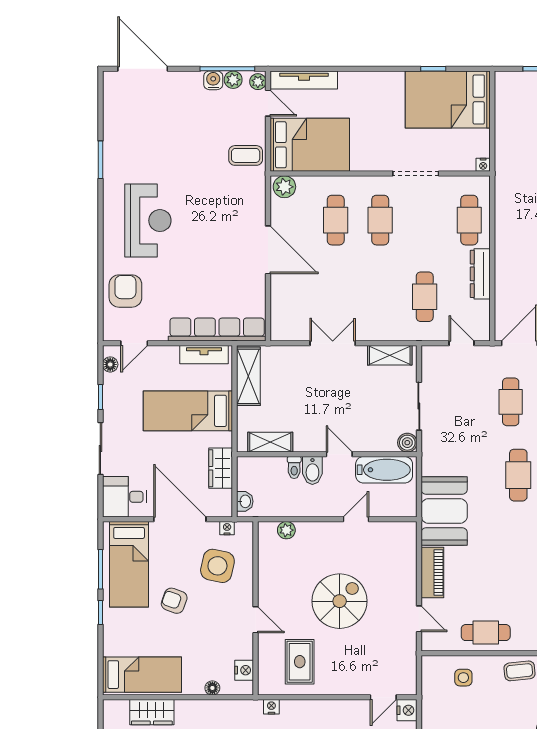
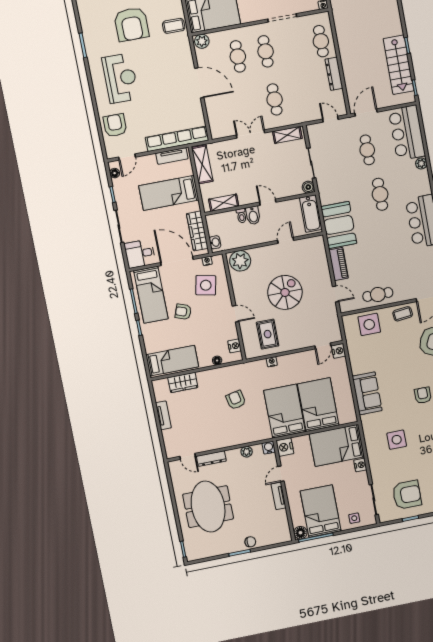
armchair: (181, 141) -> (131, 24), added
cafe table: (425, 297) -> (275, 99), moved
wardrobe: (221, 468) -> (197, 231), width x1.50
bathtub: (384, 470) -> (311, 214), moved, turned 90
plant: (286, 530) -> (240, 261), width x1.87, depth x1.87
side table: (463, 678) -> (369, 324), width x1.87, depth x1.87
nightstand: (271, 707) -> (272, 362), moved

